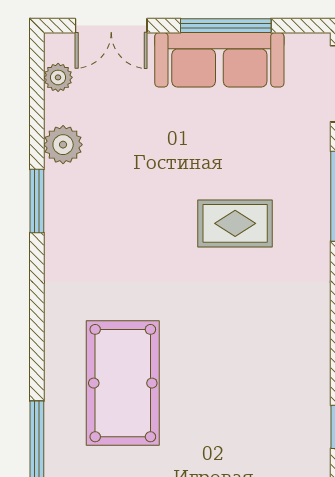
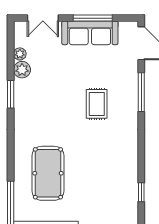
plant: (58, 77) -> (20, 54), moved
rug: (235, 223) -> (97, 104), turned 90

